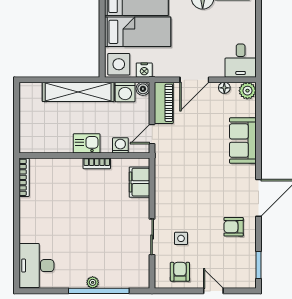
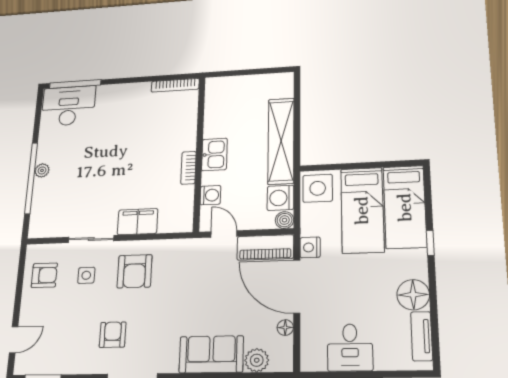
desk: (241, 61) -> (350, 347), moved, turned -90
nightstand: (144, 70) -> (310, 247), moved
door: (194, 80) -> (297, 287), width x1.36
plant: (247, 91) -> (257, 360), moved
filing cabinet: (139, 182) -> (138, 222), moved
armchair: (179, 201) -> (135, 271), added
armchair: (234, 227) -> (113, 335), moved
window: (17, 262) -> (75, 84), added
door: (213, 291) -> (14, 340), moved

